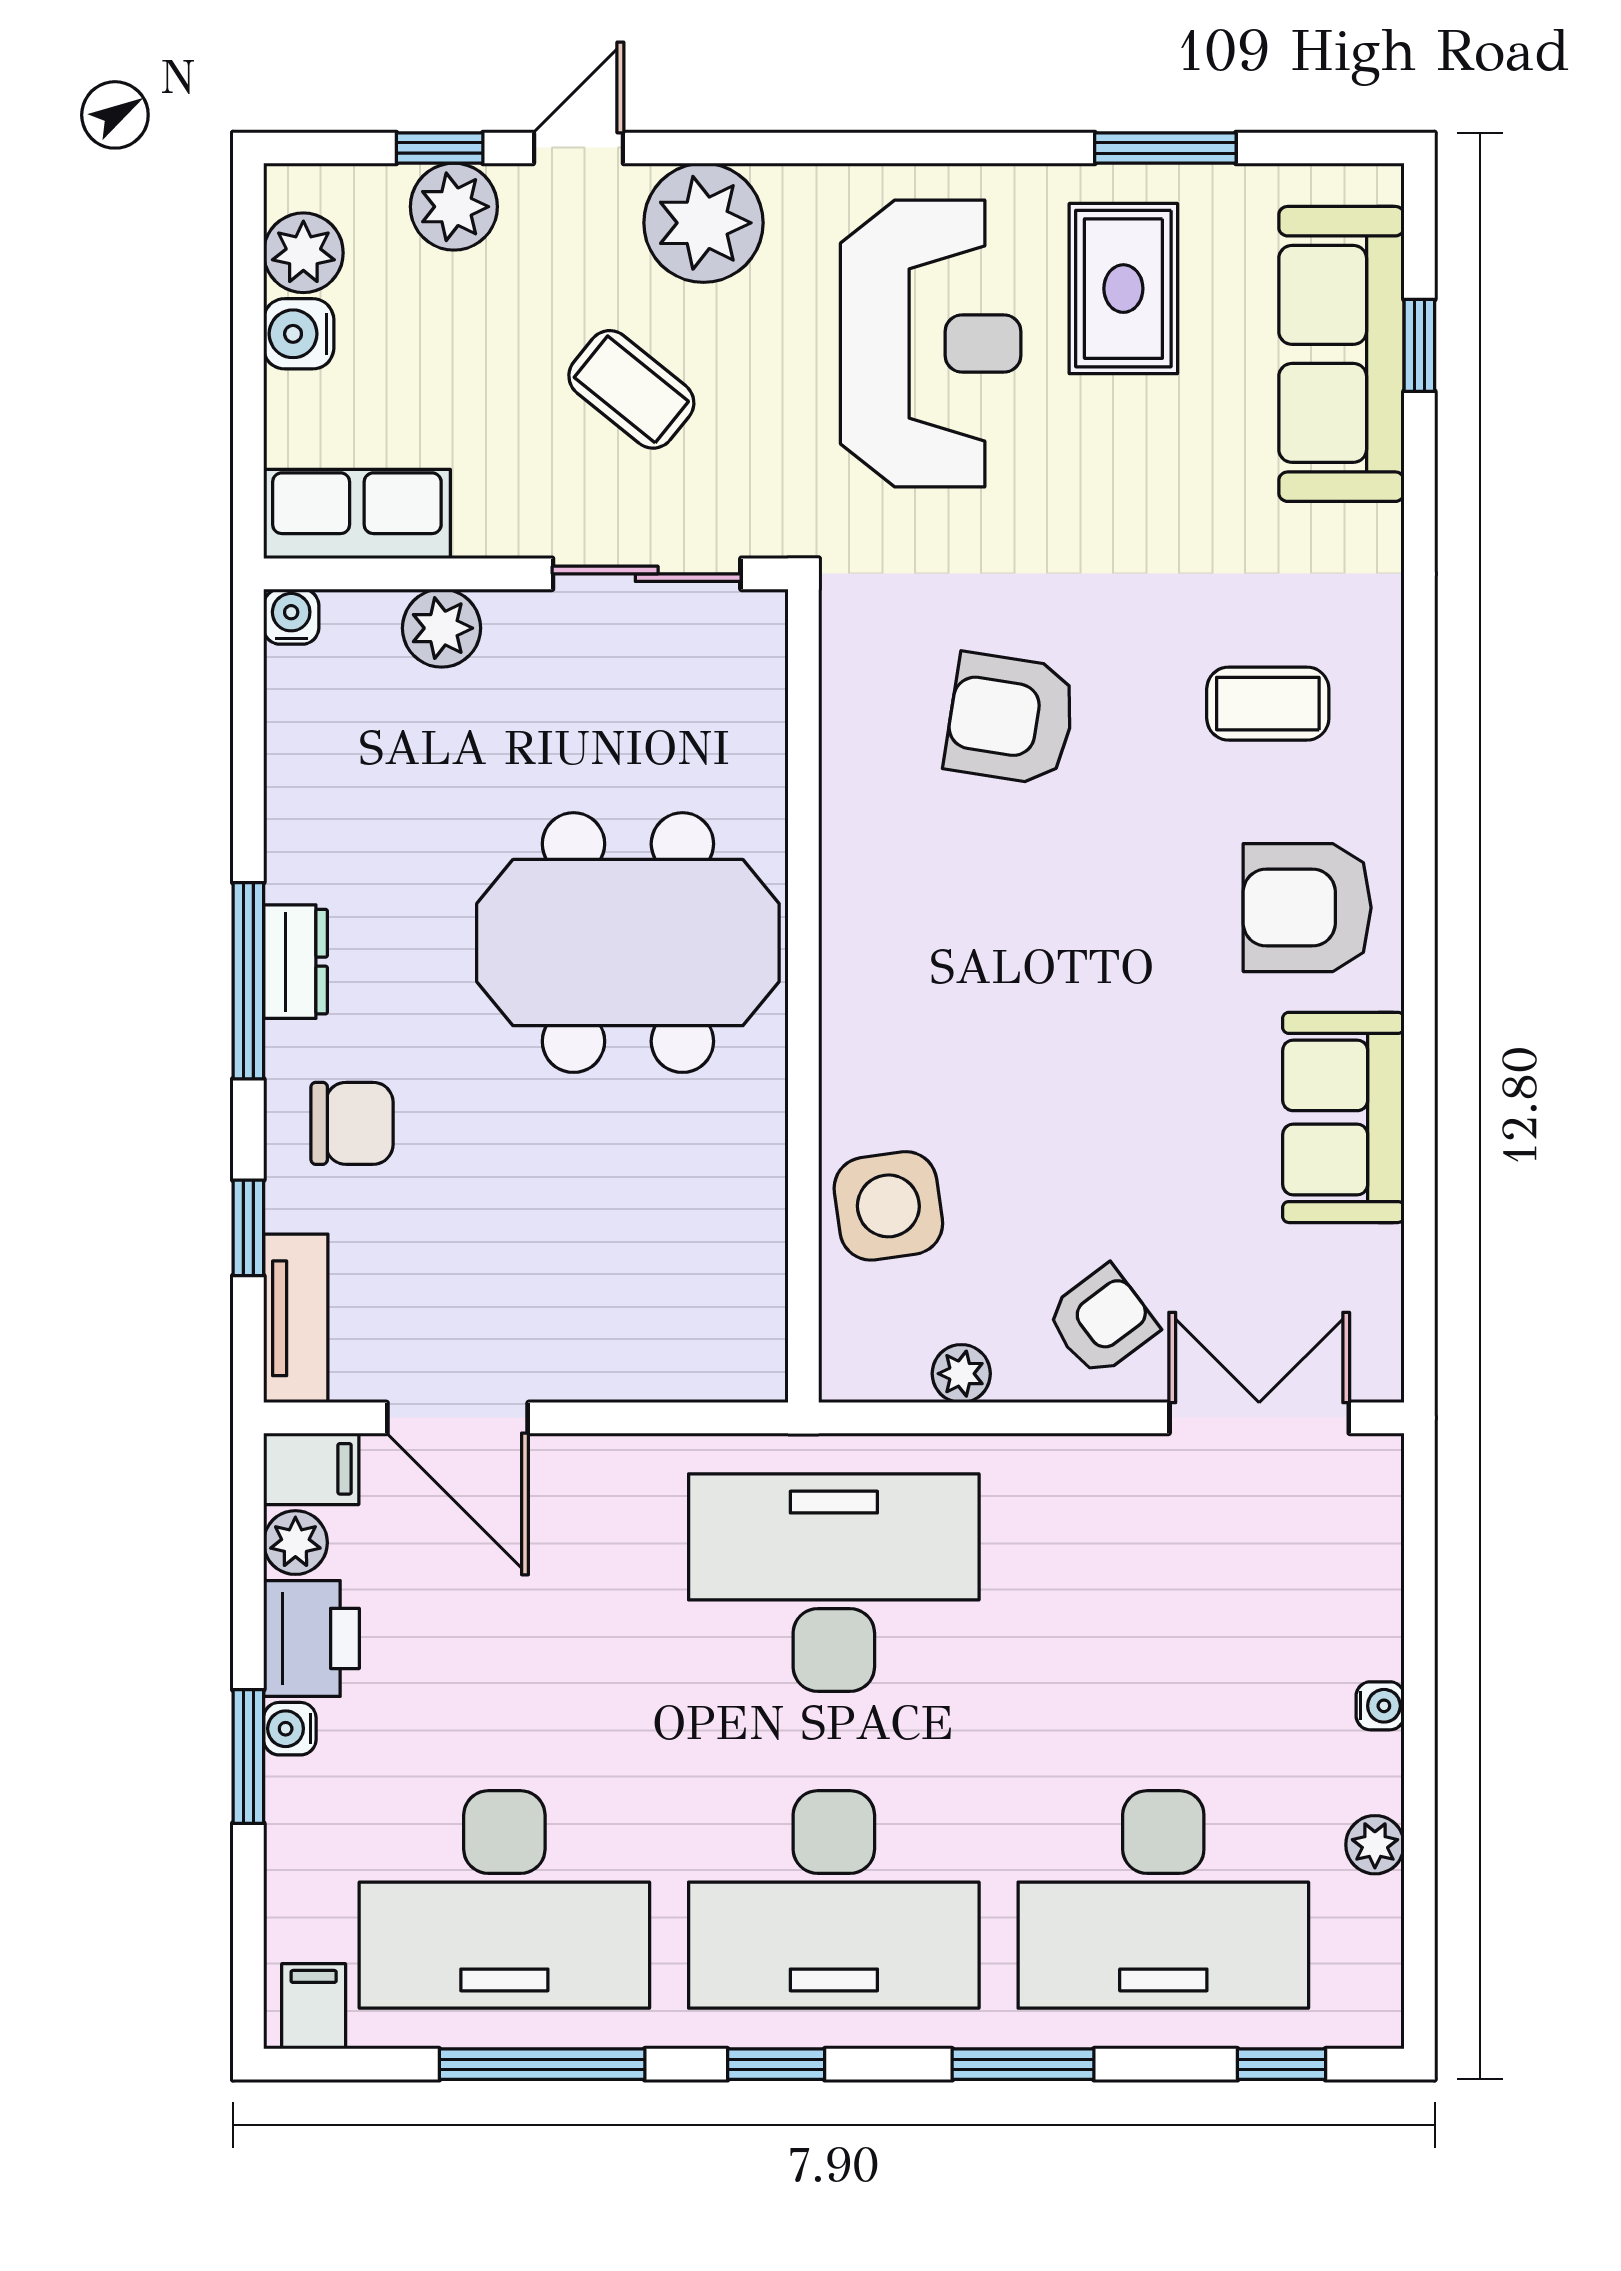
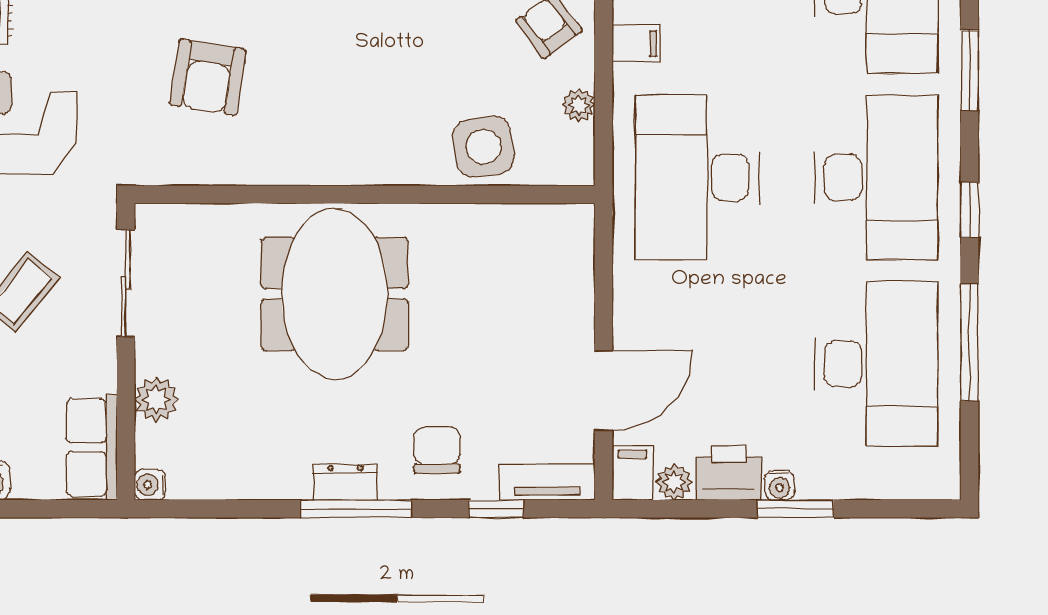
filing cabinet: (314, 2006) -> (636, 44), moved, turned 180

